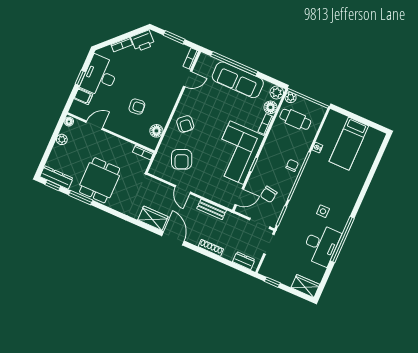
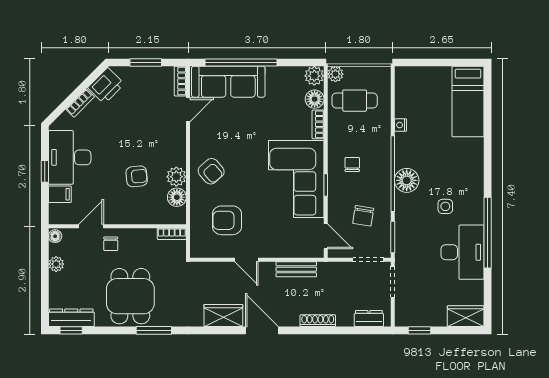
sofa: (238, 80) -> (228, 82), moved
plant: (162, 118) -> (176, 177), added
chair: (102, 142) -> (111, 244), added
bed: (349, 144) -> (468, 102), moved
armchair: (182, 159) -> (227, 220), turned 113
chair: (292, 165) -> (352, 165), moved
floor lamp: (306, 184) -> (407, 180), added
door: (239, 197) -> (326, 236), hinge flipped
window: (81, 198) -> (154, 330), moved

